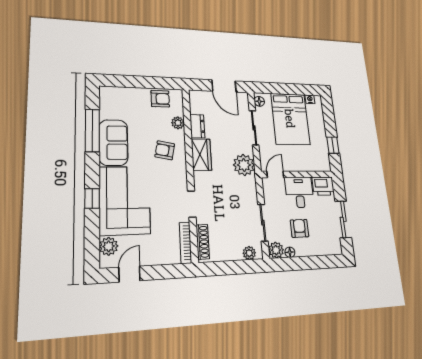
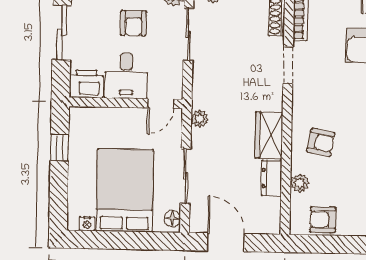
plant: (244, 165) -> (200, 119), width x0.53, depth x0.53

